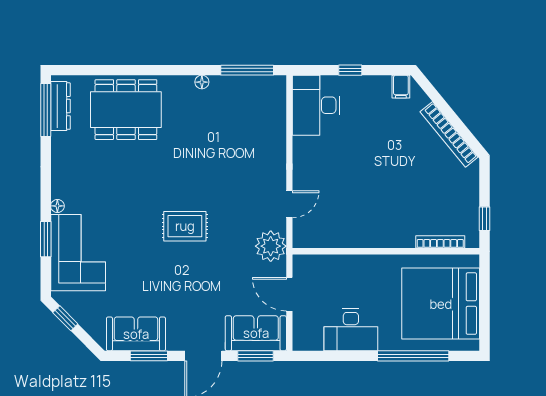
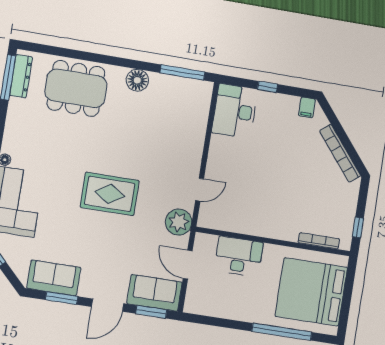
floor lamp: (202, 82) -> (137, 80), width x1.89, depth x1.89
rug: (185, 226) -> (110, 194), width x1.36, depth x1.43
desk: (351, 330) -> (239, 256), moved, turned 180

